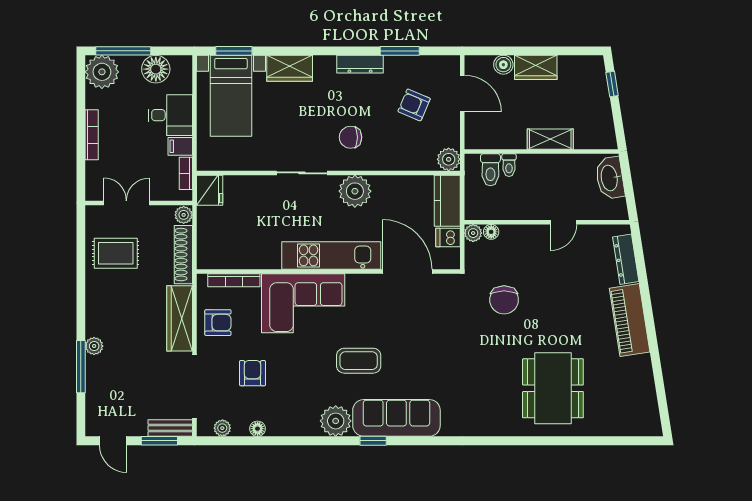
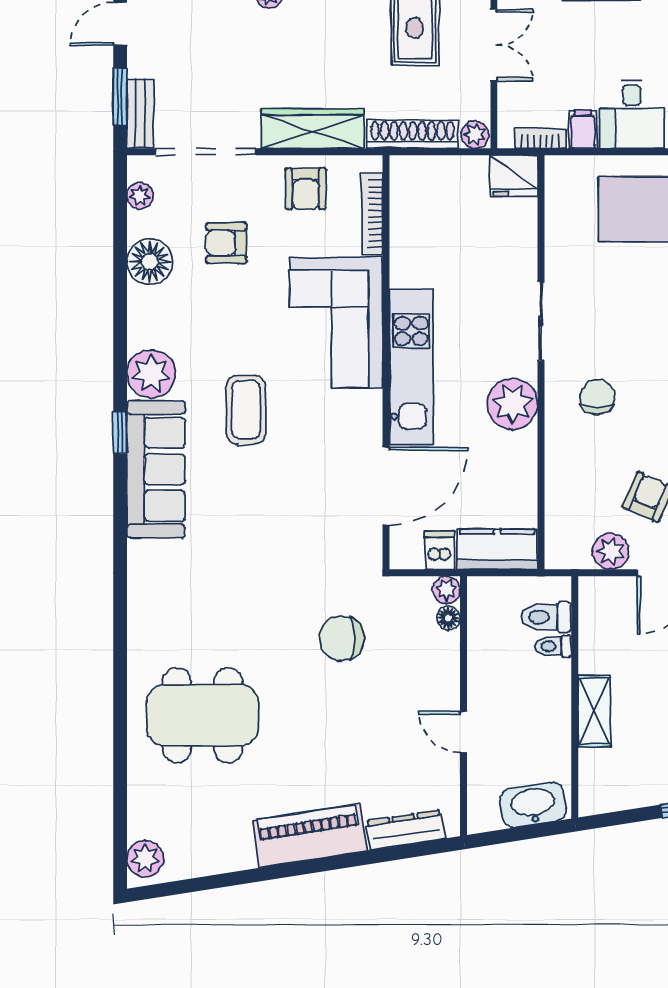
plant: (449, 159) -> (611, 551), moved
armchair: (253, 373) -> (226, 243), turned 180
plant: (644, 425) -> (145, 859), added
floor lamp: (258, 429) -> (150, 262), width x1.89, depth x1.89

